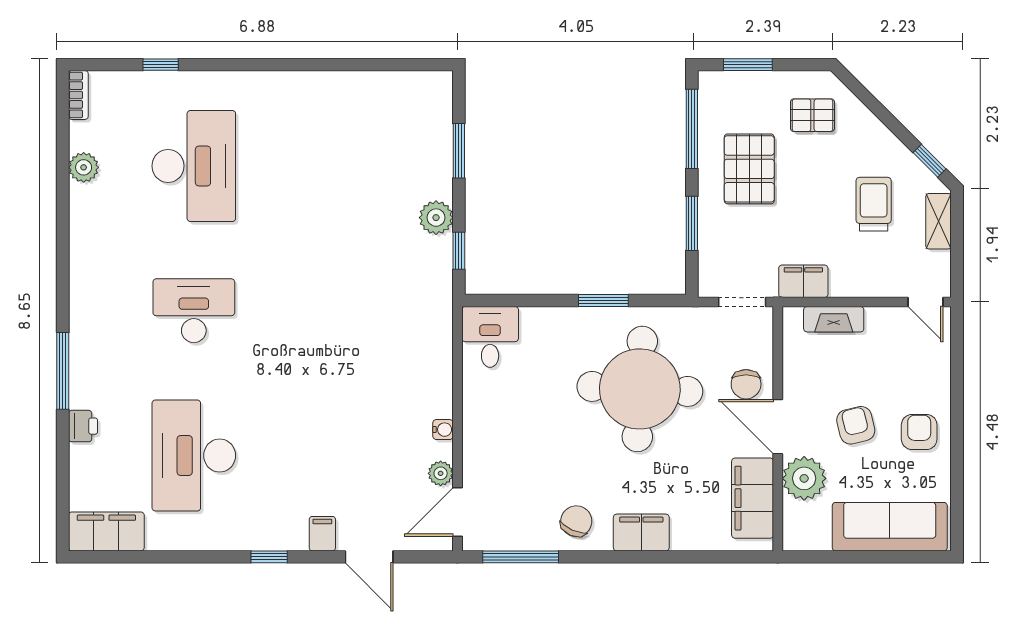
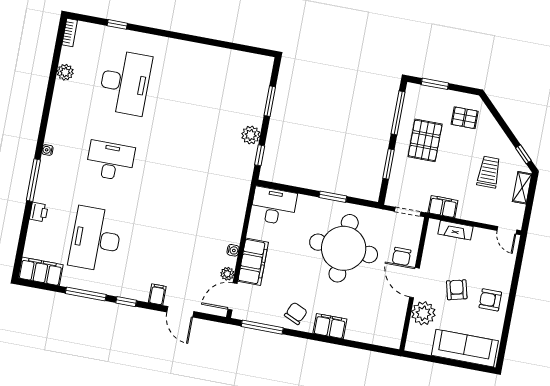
water cooler: (78, 312) -> (47, 150), added
desk: (490, 337) -> (274, 206), width x1.37
armchair: (919, 432) -> (490, 300), turned -90
filing cabinet: (753, 498) -> (253, 262), moved, turned 180
window: (194, 557) -> (86, 294), added

